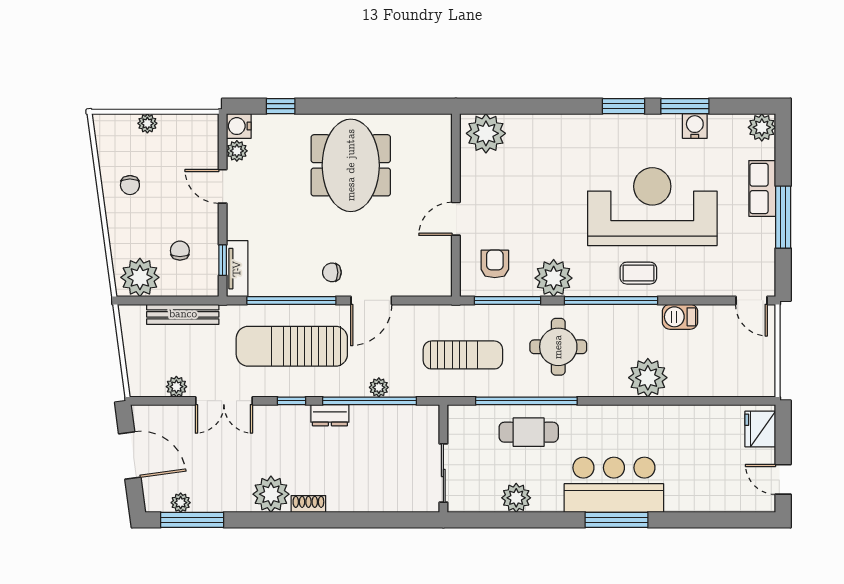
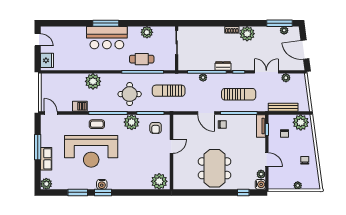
water cooler: (695, 126) -> (102, 184), moved
door: (371, 300) -> (206, 113), swing flipped
sun lounger: (292, 346) -> (239, 94), width x0.73, depth x0.75

